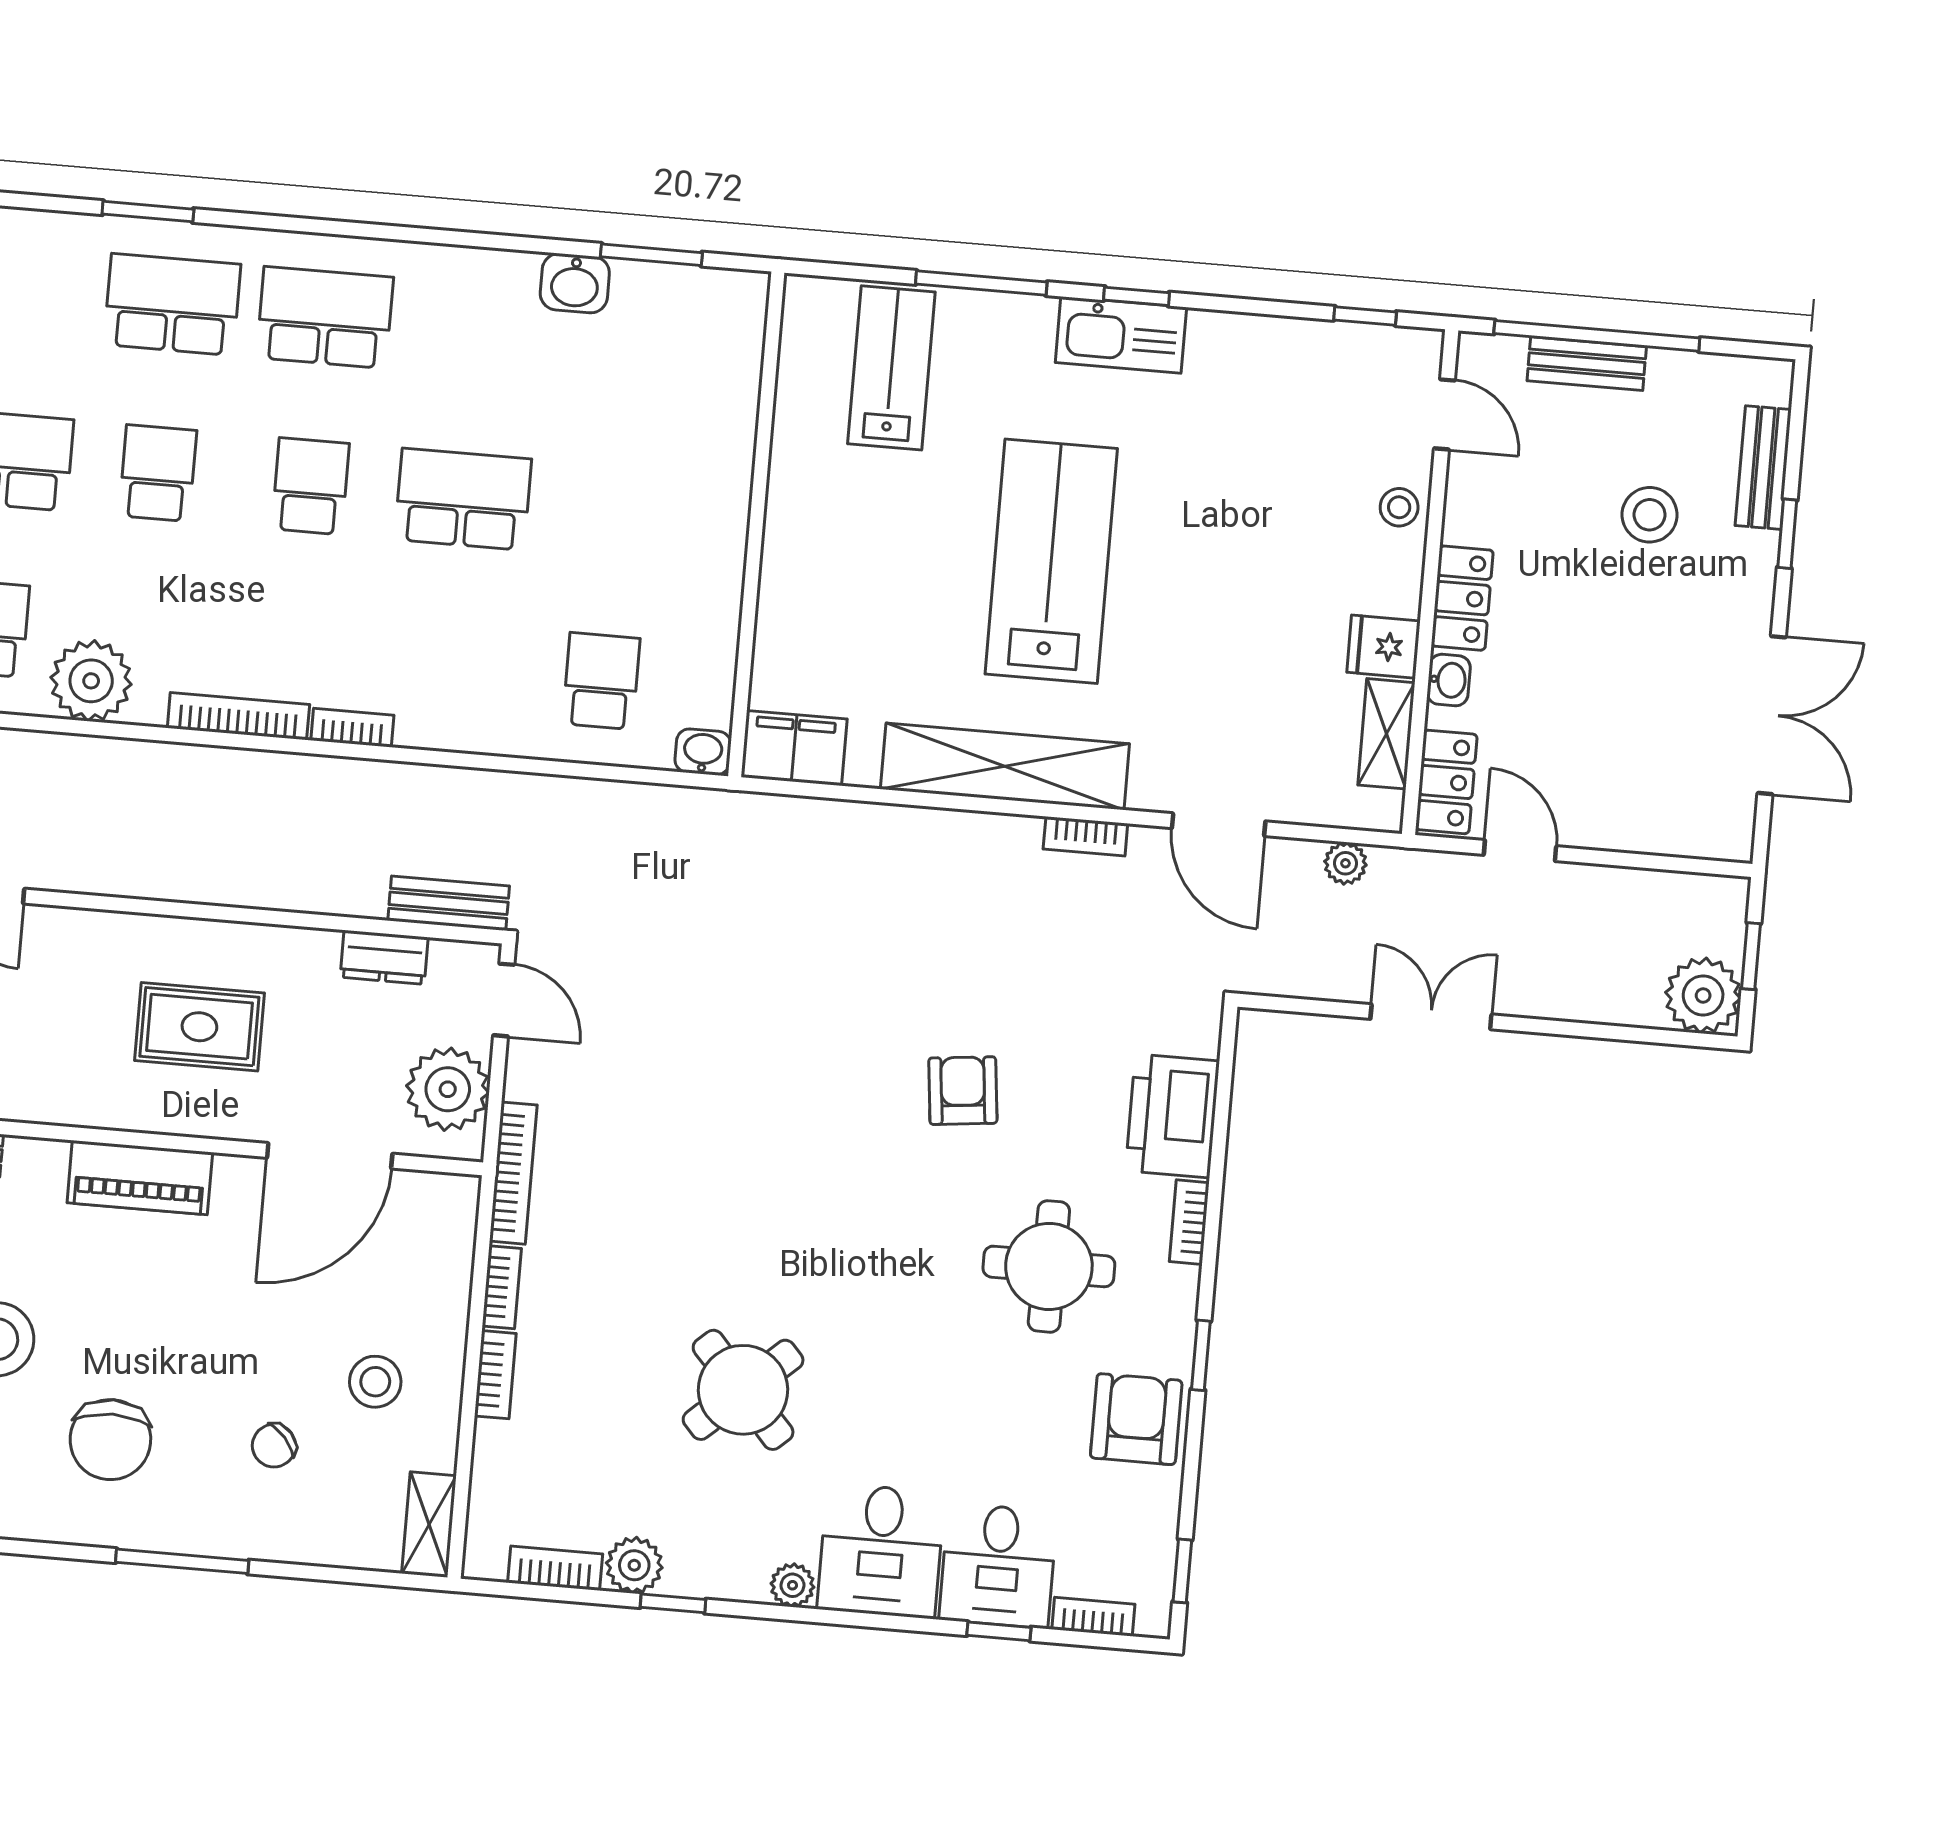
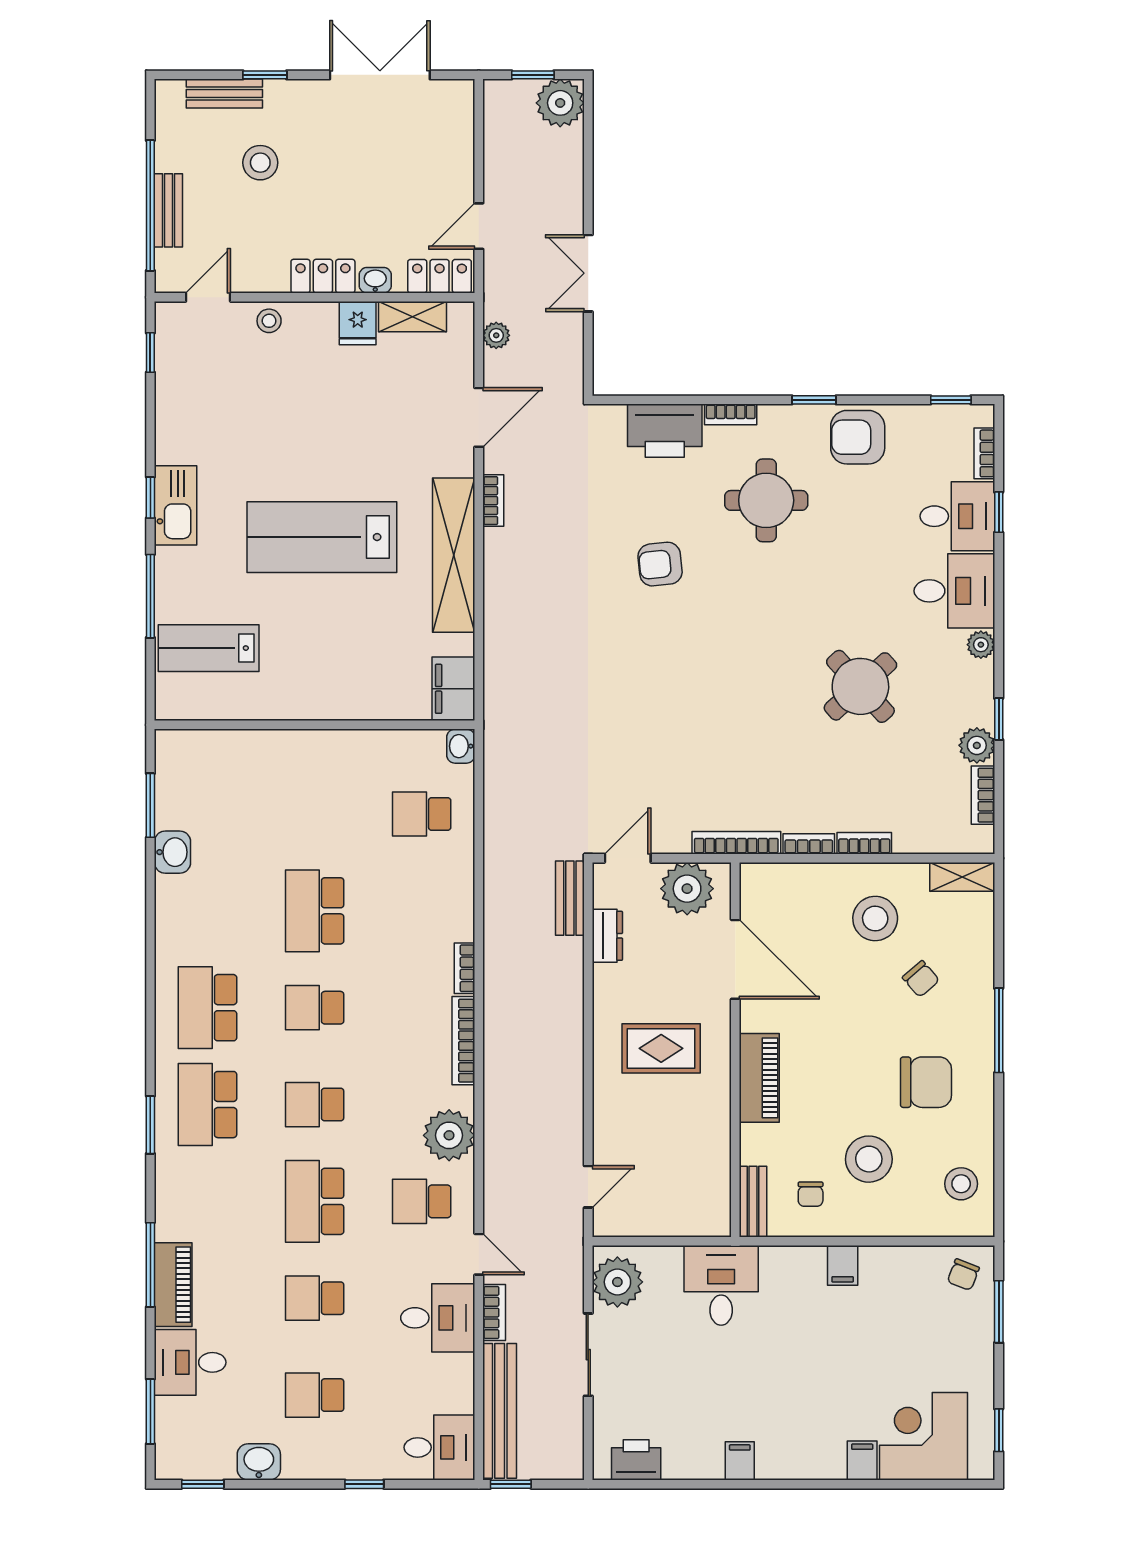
rug: (199, 1027) -> (661, 1048), turned 90
stool: (375, 1382) -> (875, 918), width x1.38, depth x1.38

